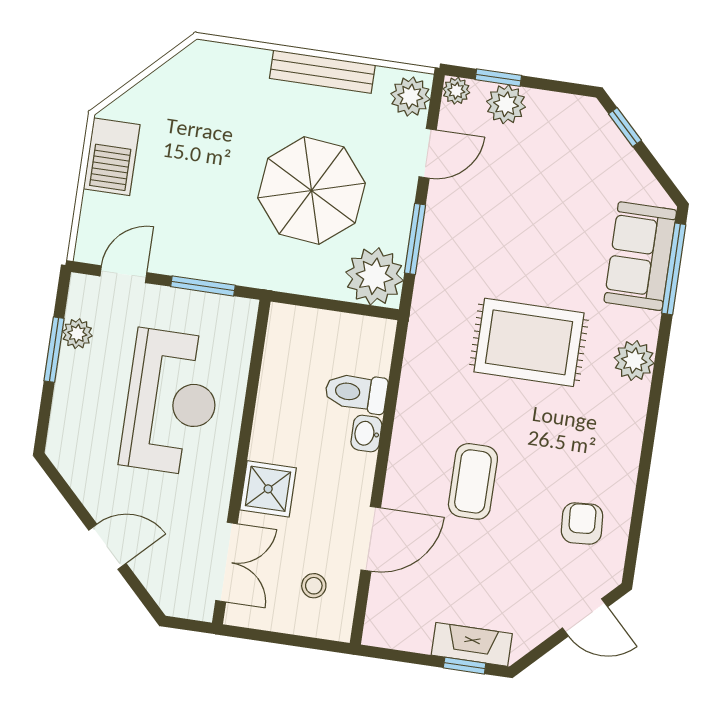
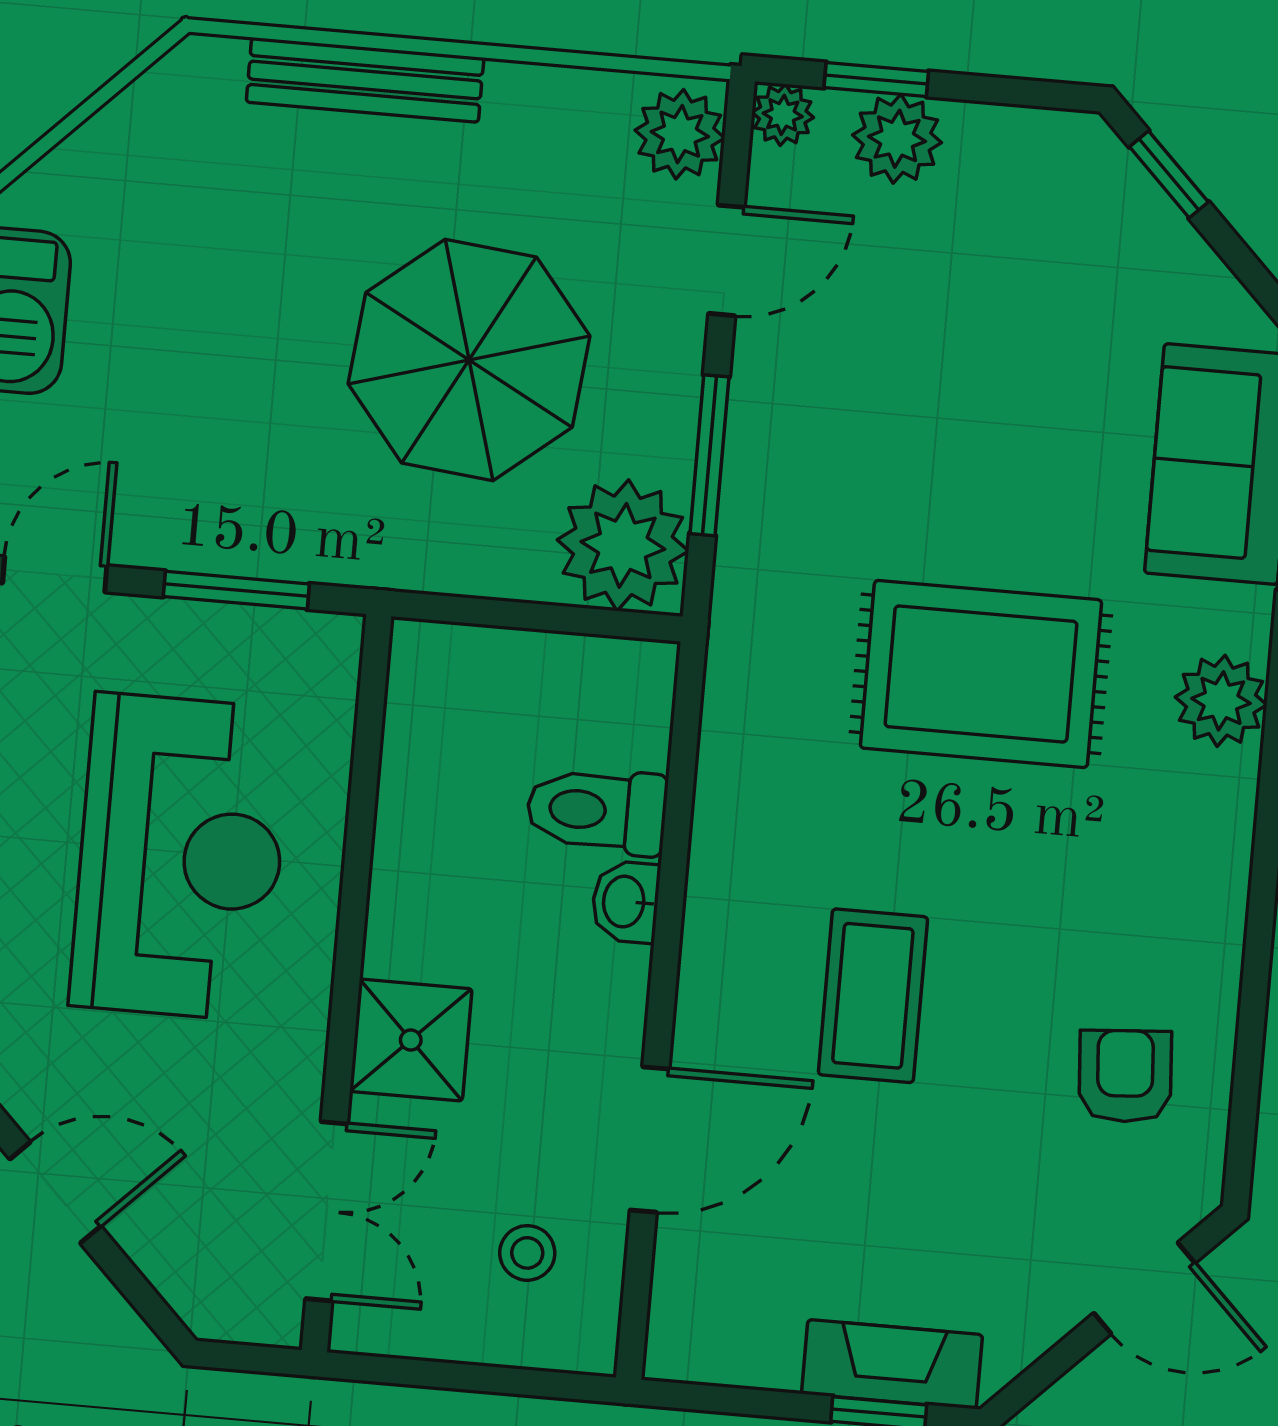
bench: (322, 72) -> (365, 80), moved

